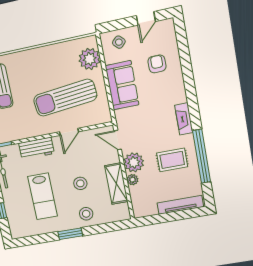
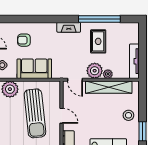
door: (118, 140) -> (75, 80), hinge flipped
stool: (80, 183) -> (103, 115), removed
shelving: (116, 184) -> (109, 87), width x1.47
tv unit: (180, 205) -> (134, 61), moved

